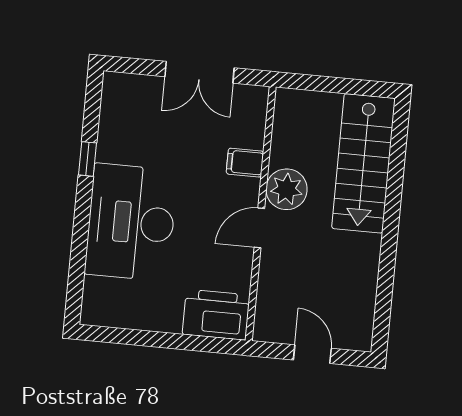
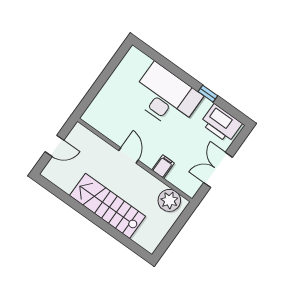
stairs: (364, 163) -> (108, 206), moved
plant: (287, 189) -> (169, 200), moved
printer: (216, 315) -> (221, 123), moved, turned 90

